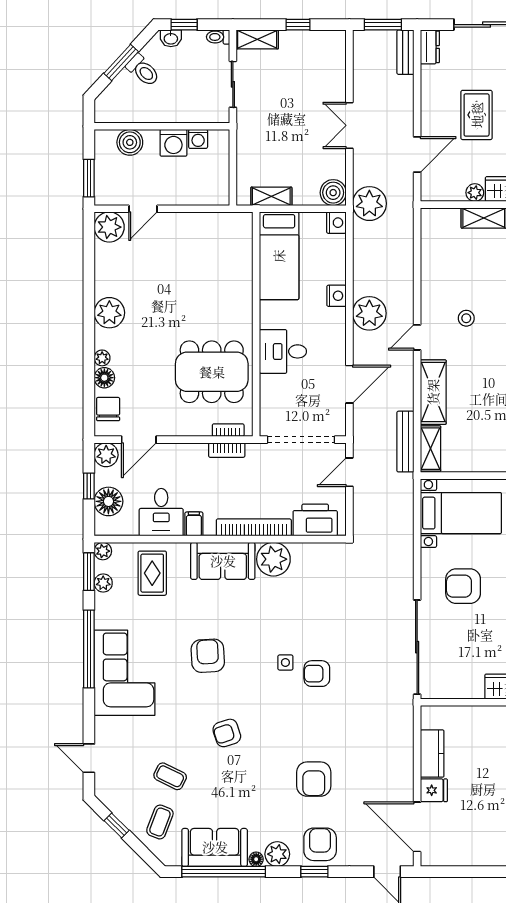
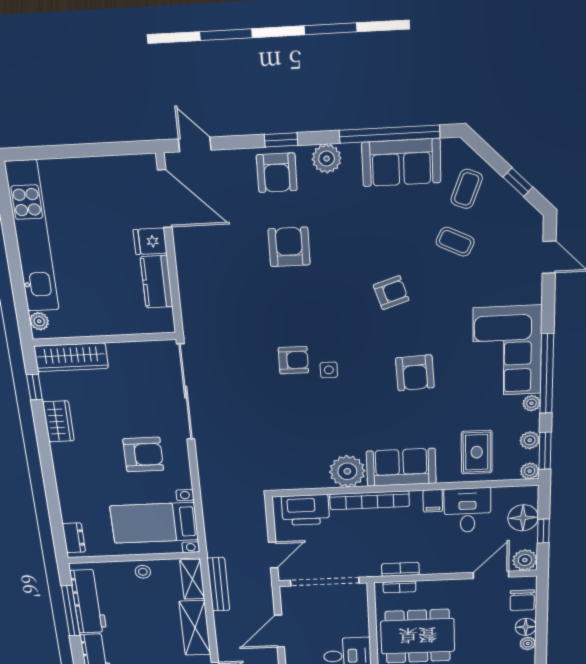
stool: (478, 459) -> (143, 572), added
plant: (102, 620) -> (531, 403), added
floor lamp: (256, 859) -> (351, 151), removed

